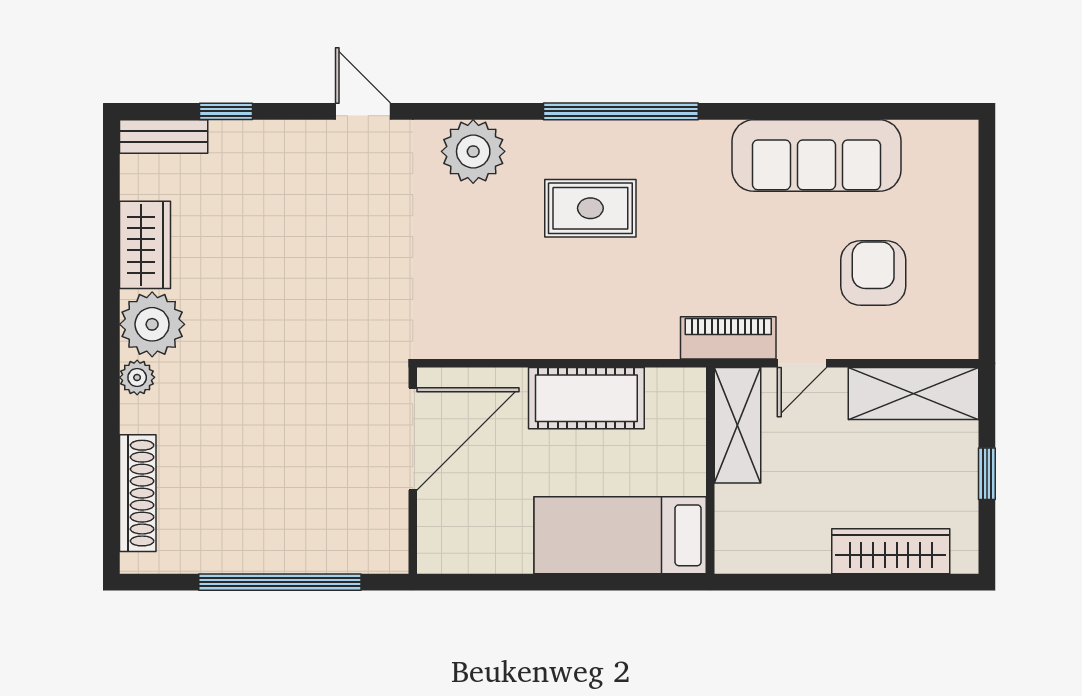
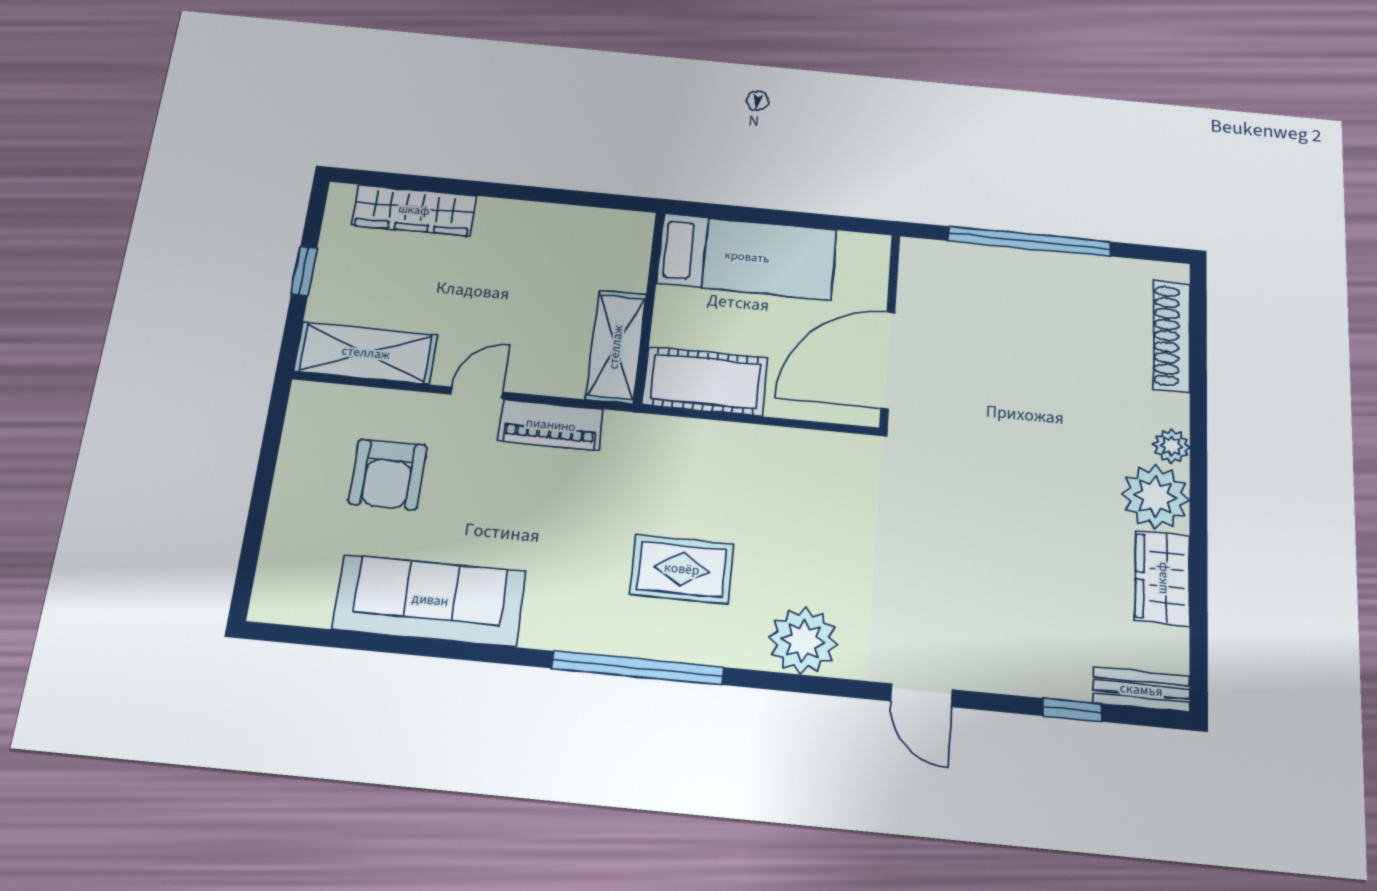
shelving: (737, 425) -> (616, 347), moved
wall: (710, 471) -> (649, 307), moved
bed: (620, 535) -> (747, 257), moved

